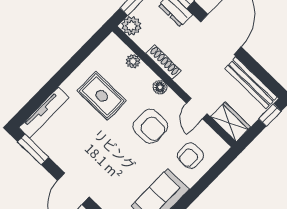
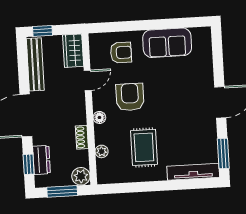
shoe rack: (163, 62) -> (82, 137), width x0.70

